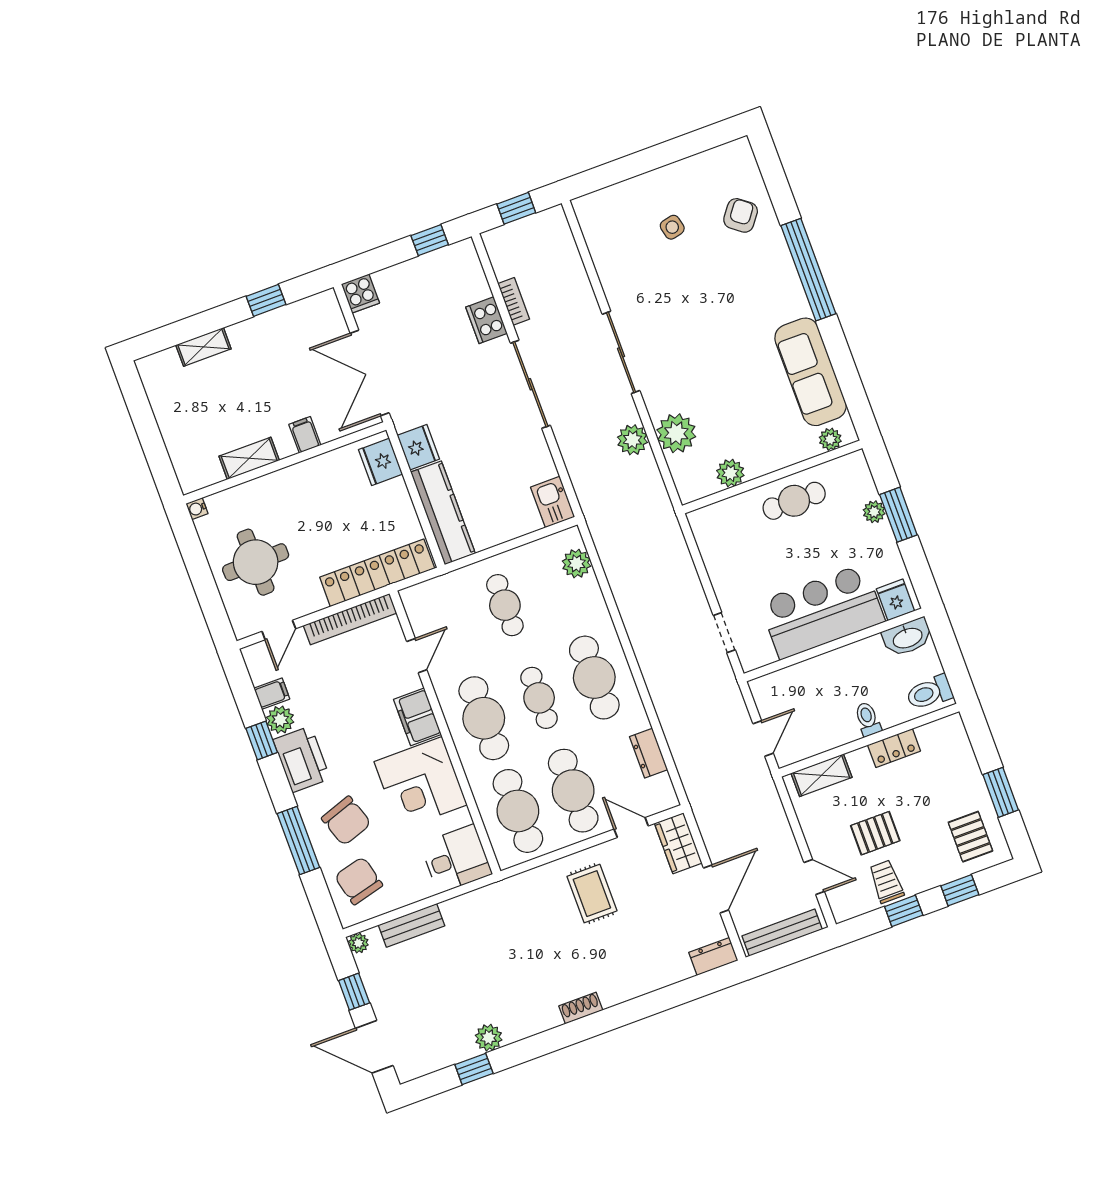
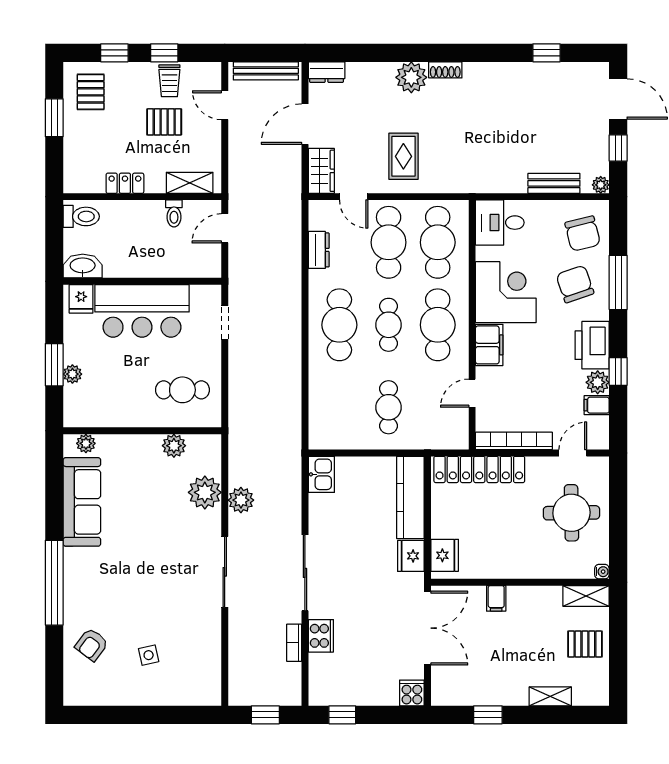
pallet: (186, 420) -> (585, 644), added
shelving: (249, 458) -> (586, 596), moved
cafe table: (794, 501) -> (182, 390), moved
plant: (577, 564) -> (320, 419), removed
toilet: (868, 719) -> (174, 213), moved
plant: (489, 1038) -> (411, 77), moved, width x1.36, depth x1.36

